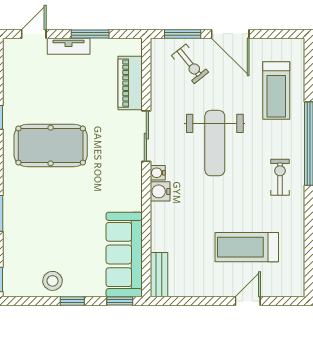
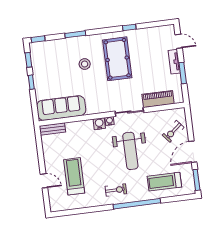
window: (183, 34) -> (196, 180), moved
weight bench: (215, 143) -> (130, 151), turned -90
stool: (53, 281) -> (85, 64), moved
window: (120, 301) -> (28, 60), moved

